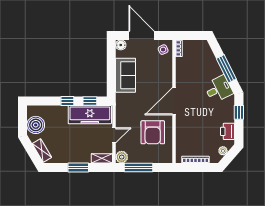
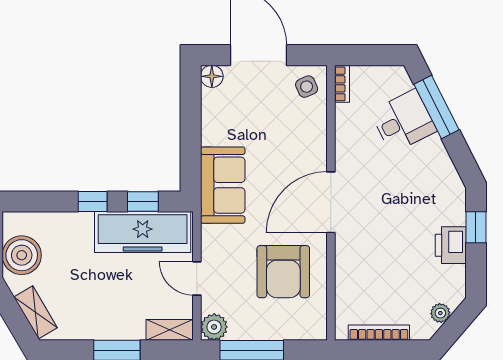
window: (226, 69) -> (437, 107), moved
sofa: (126, 75) -> (223, 185), moved
desk: (219, 89) -> (403, 121), moved
printer: (228, 131) -> (451, 245), moved
door: (114, 135) -> (197, 278), swing flipped

